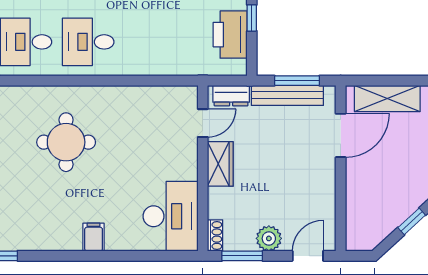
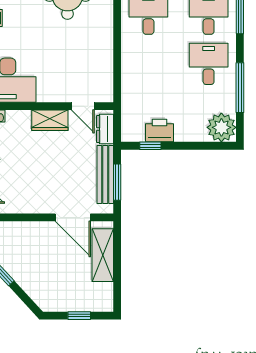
window: (252, 18) -> (150, 146), moved
printer: (230, 35) -> (159, 131), width x0.73, depth x0.84

